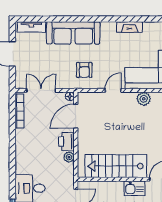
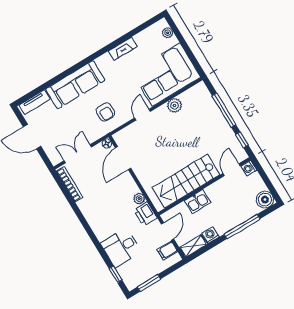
printer: (67, 141) -> (145, 214), moved
kitchen sink: (134, 188) -> (197, 202), moved

